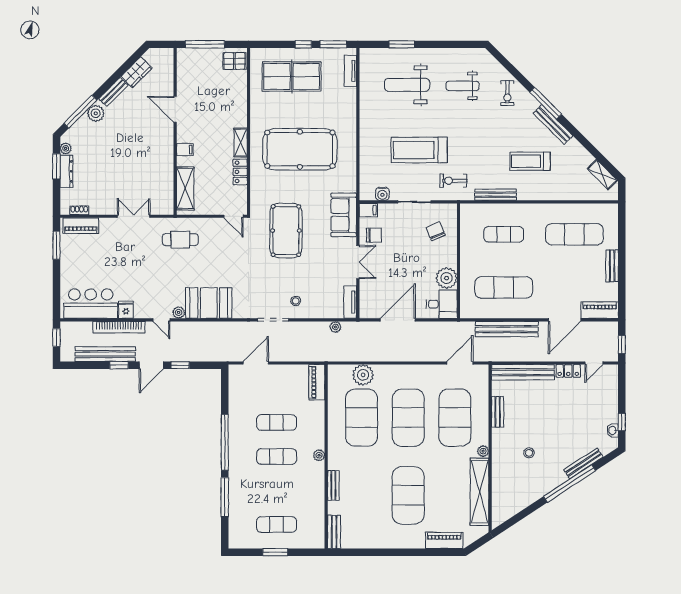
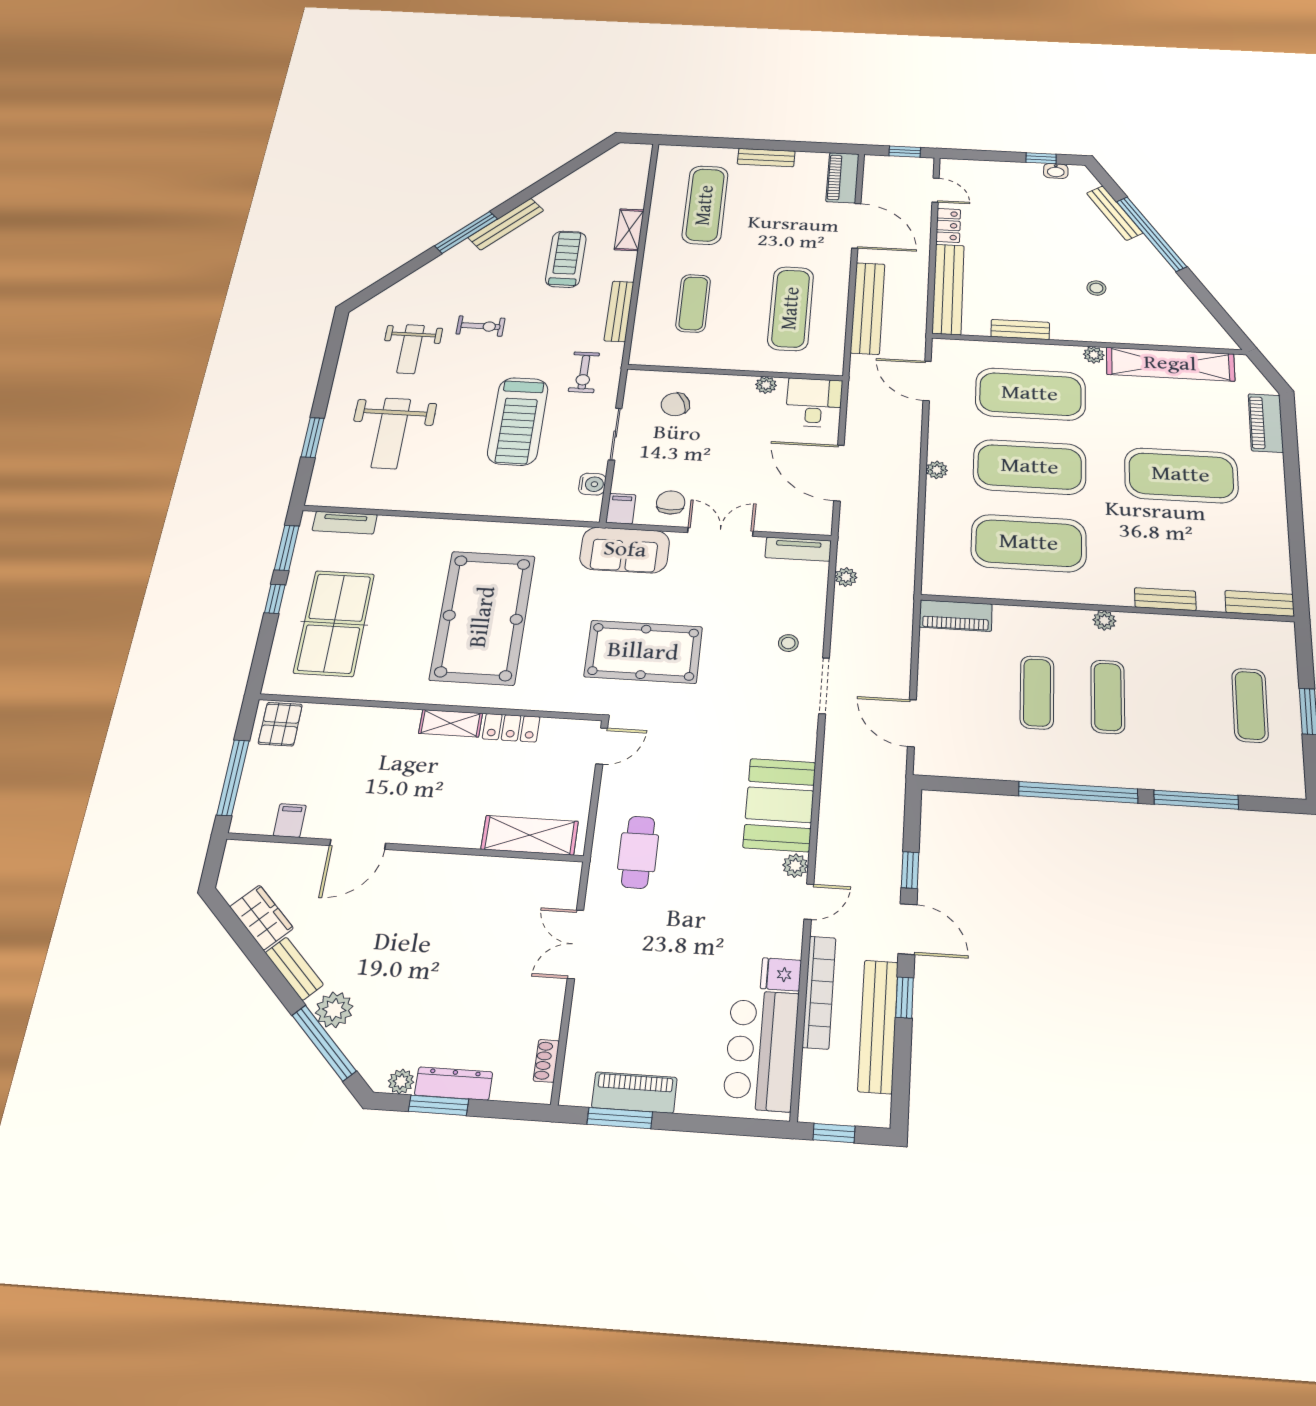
exercise bike: (507, 93) -> (481, 326), moved
filing cabinet: (185, 150) -> (290, 821), moved
treadmill: (530, 161) -> (566, 259), turned 180
shelving: (602, 175) -> (629, 230), moved, turned -45
piano: (81, 226) -> (634, 1092), moved, turned -90
plant: (446, 278) -> (766, 385), width x0.53, depth x0.53
plant: (363, 375) -> (937, 470), moved, width x0.53, depth x0.53

